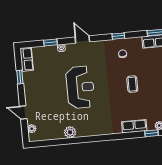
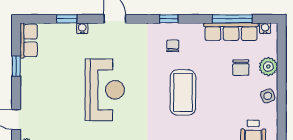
coffee table: (132, 84) -> (183, 92), width x1.86, depth x1.72

